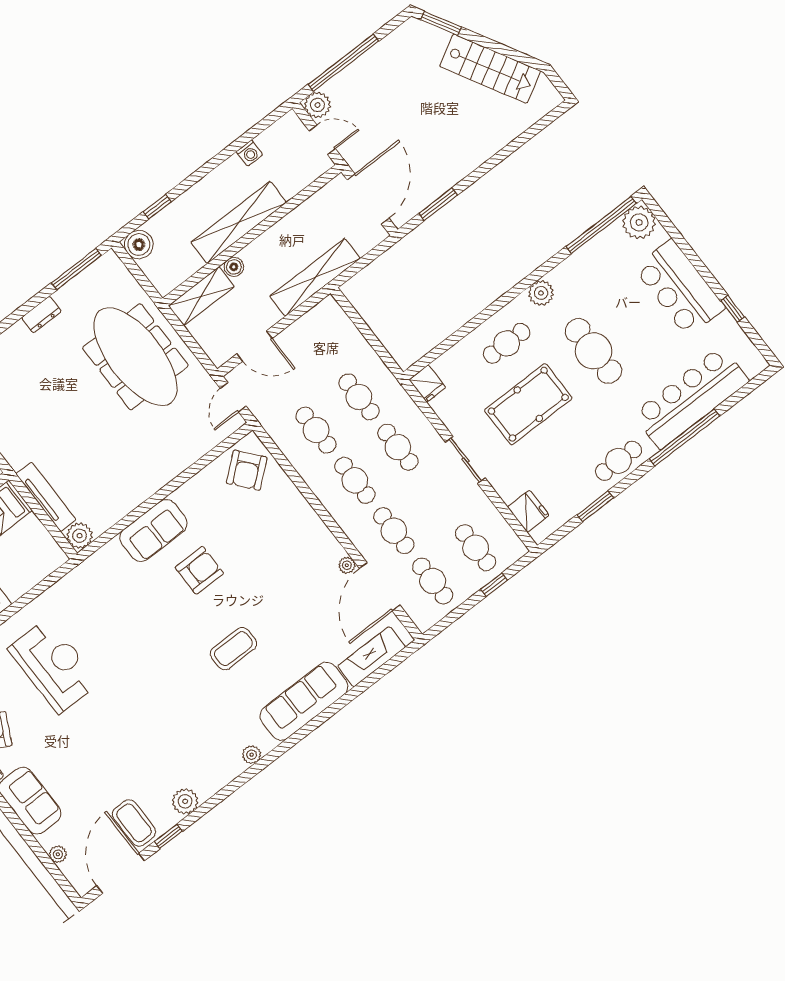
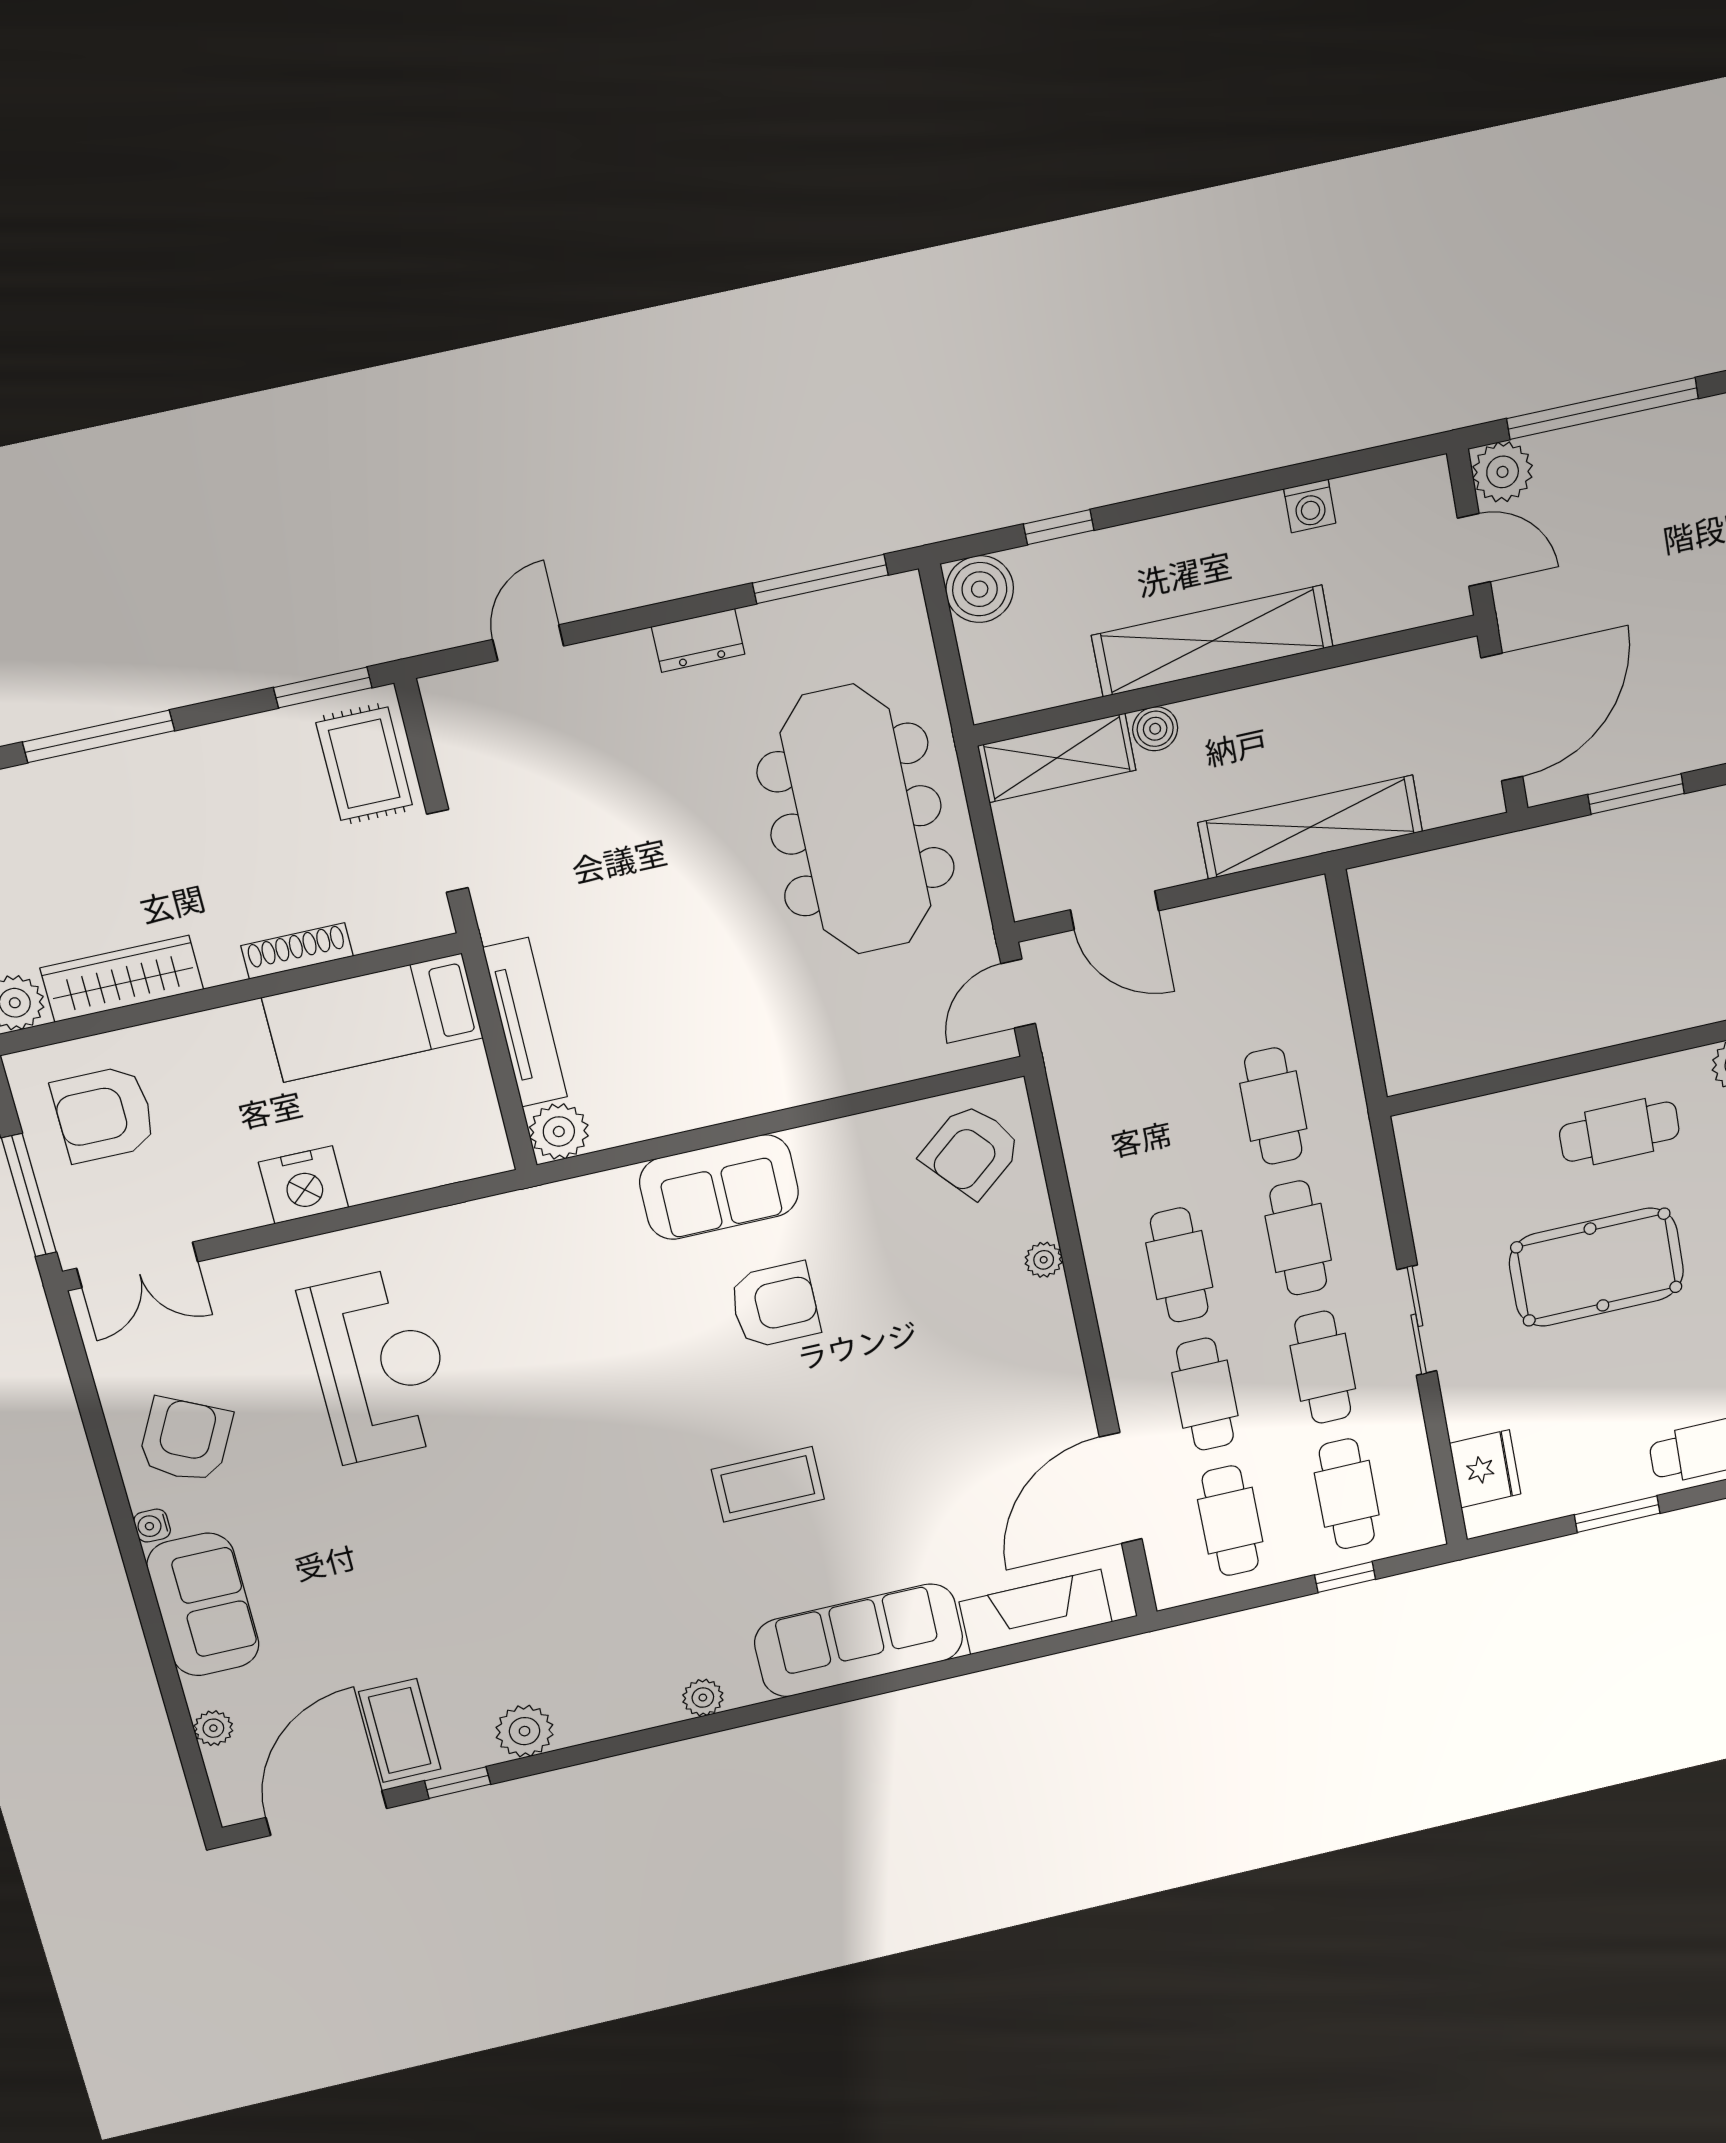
fridge: (427, 384) -> (1423, 1140), removed
cafe table: (316, 430) -> (1323, 1367), moved
plant: (347, 565) -> (1044, 1260), moved

